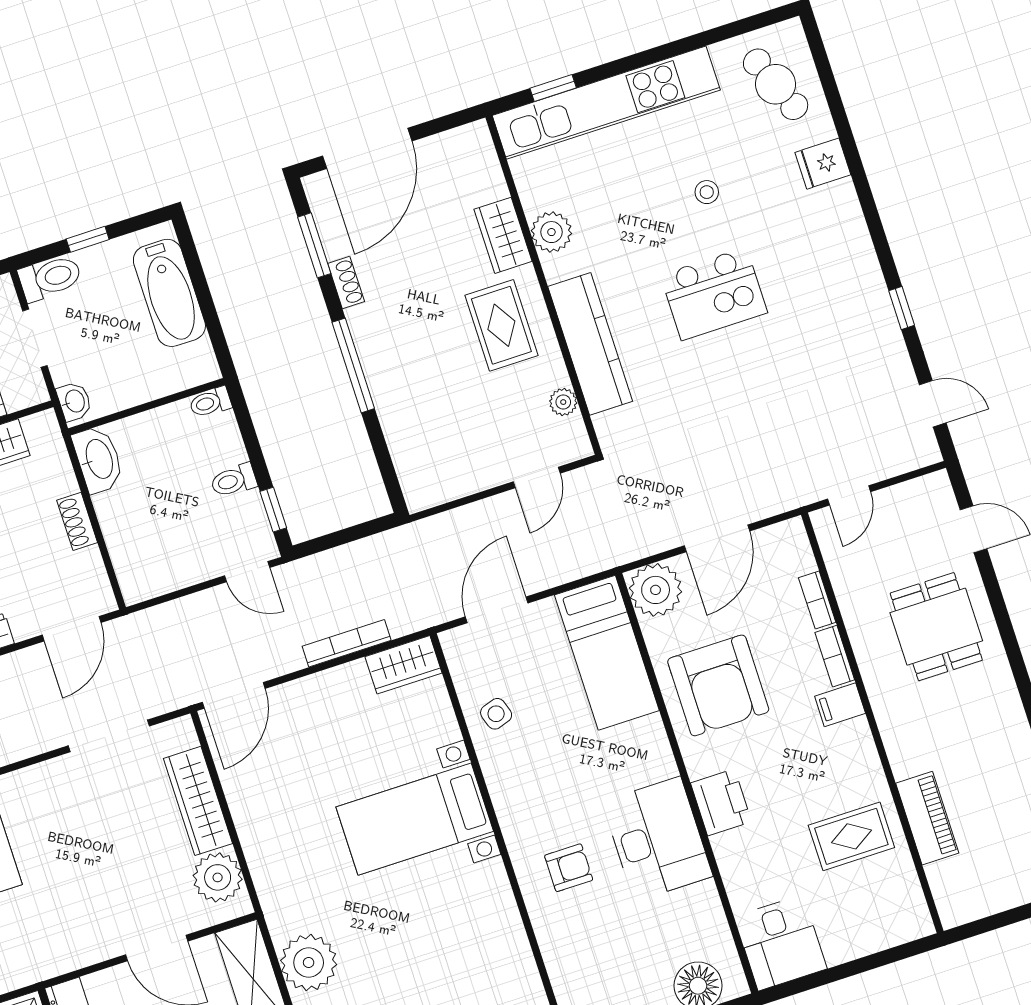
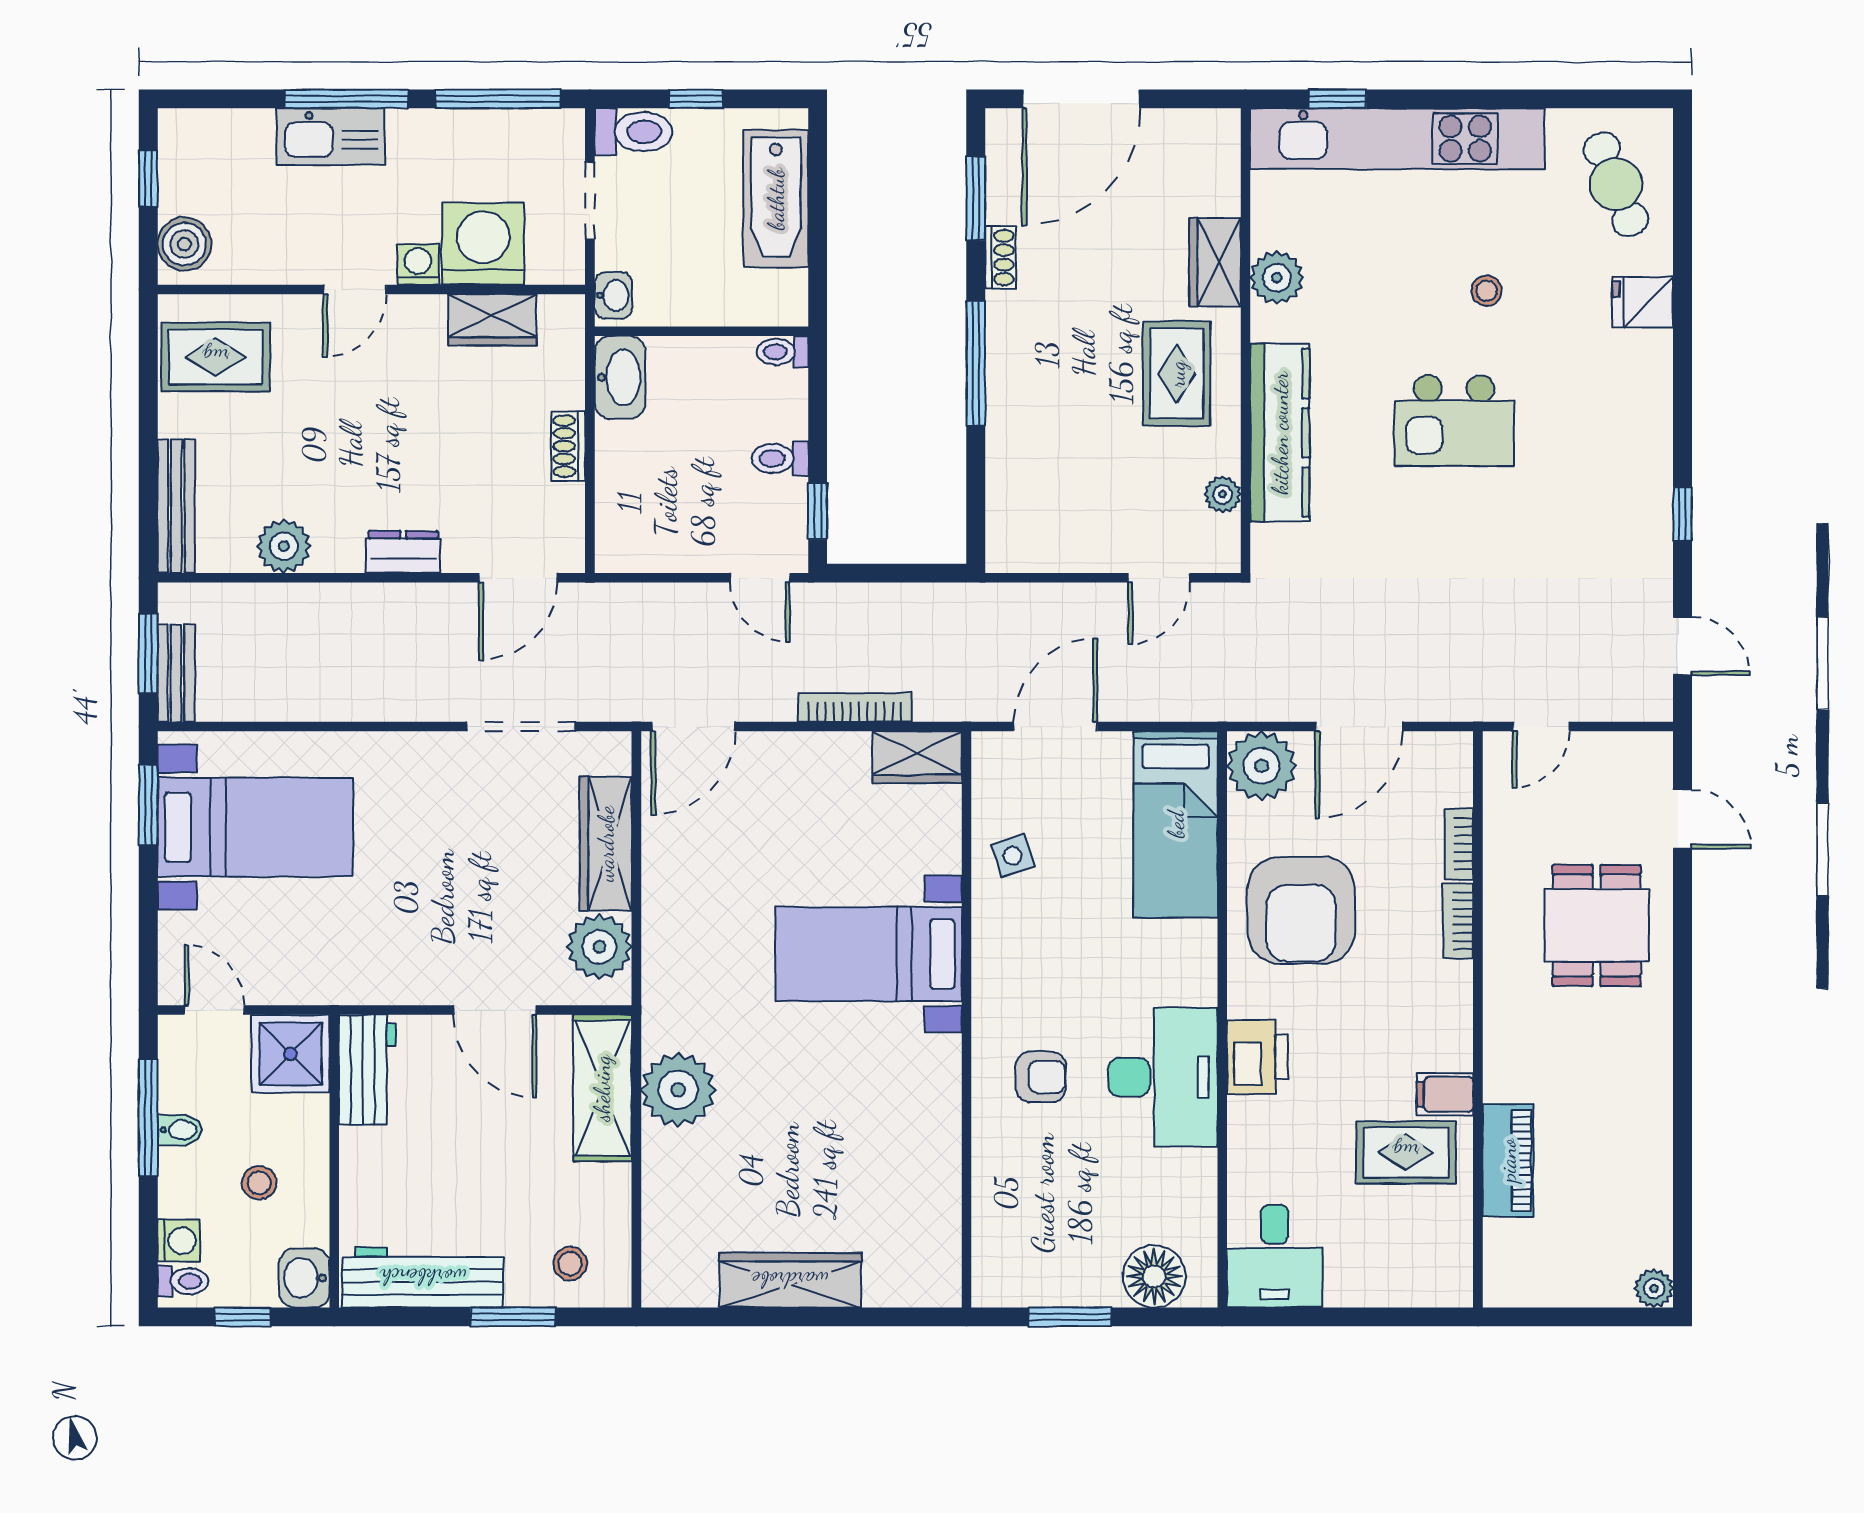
filing cabinet: (840, 705) -> (1445, 1094), moved

